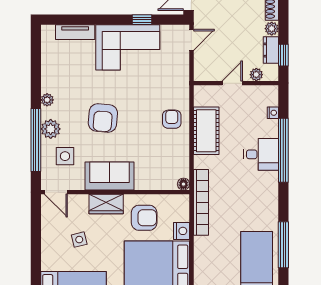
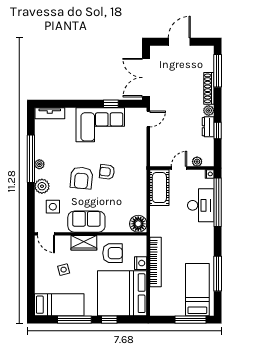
tv unit: (75, 32) -> (50, 113), moved
plant: (256, 75) -> (197, 162), moved
door: (232, 83) -> (179, 168), moved
wall: (236, 83) -> (182, 168), moved
armchair: (172, 119) -> (107, 172), moved, turned -83
window: (36, 140) -> (31, 159), moved
desk: (261, 154) -> (201, 205), width x1.37
floor lamp: (183, 184) -> (138, 224), width x1.89, depth x1.89
bookcase: (201, 202) -> (155, 262), moved

